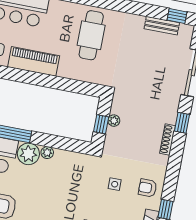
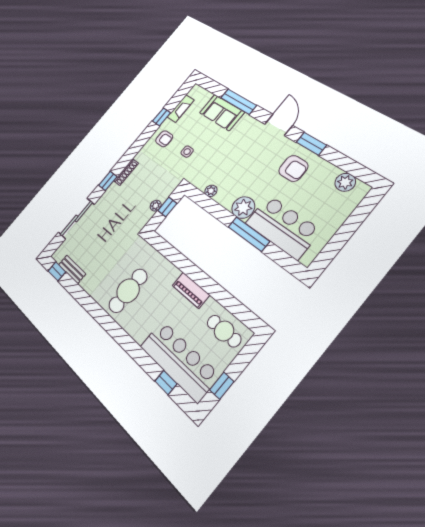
piano: (34, 61) -> (191, 290), width x0.73, depth x0.75
plant: (47, 153) -> (211, 191), moved

